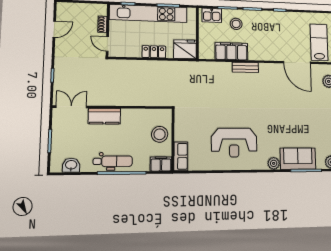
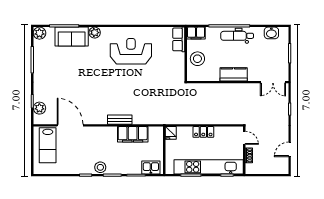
stool: (236, 24) -> (100, 167), moved
fridge: (185, 49) -> (171, 133), width x0.53, depth x0.75
kitchen counter: (104, 116) -> (234, 74), moved

